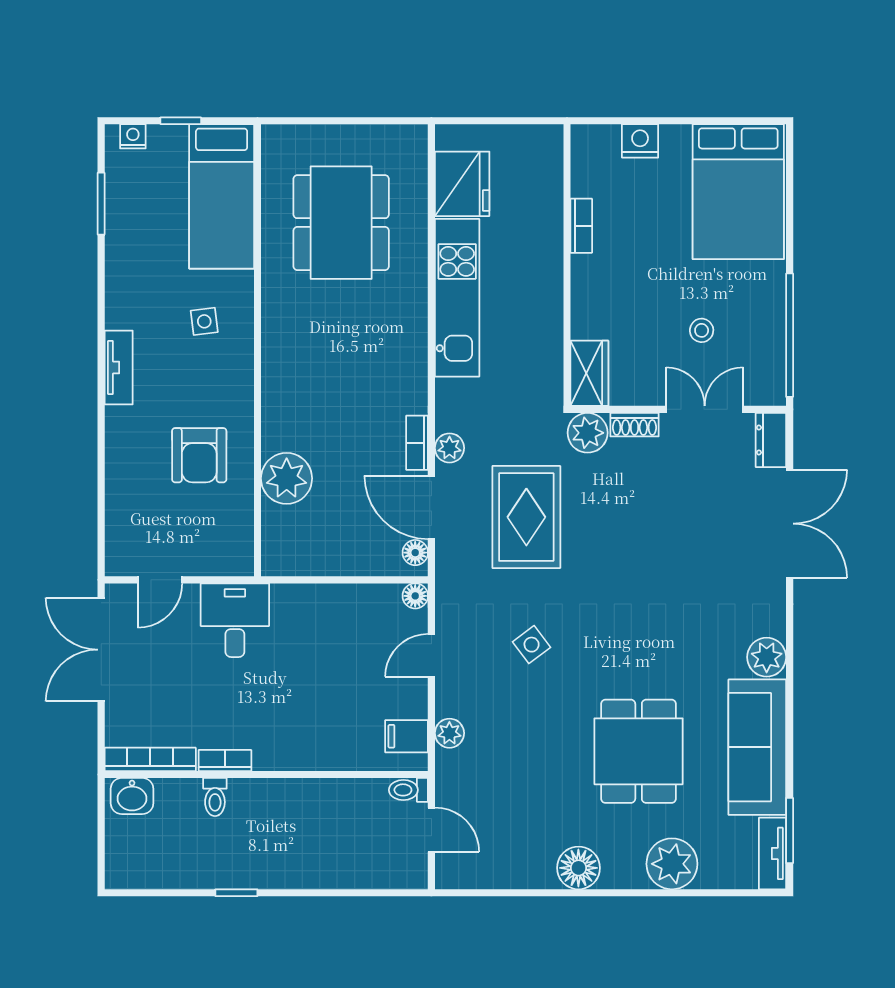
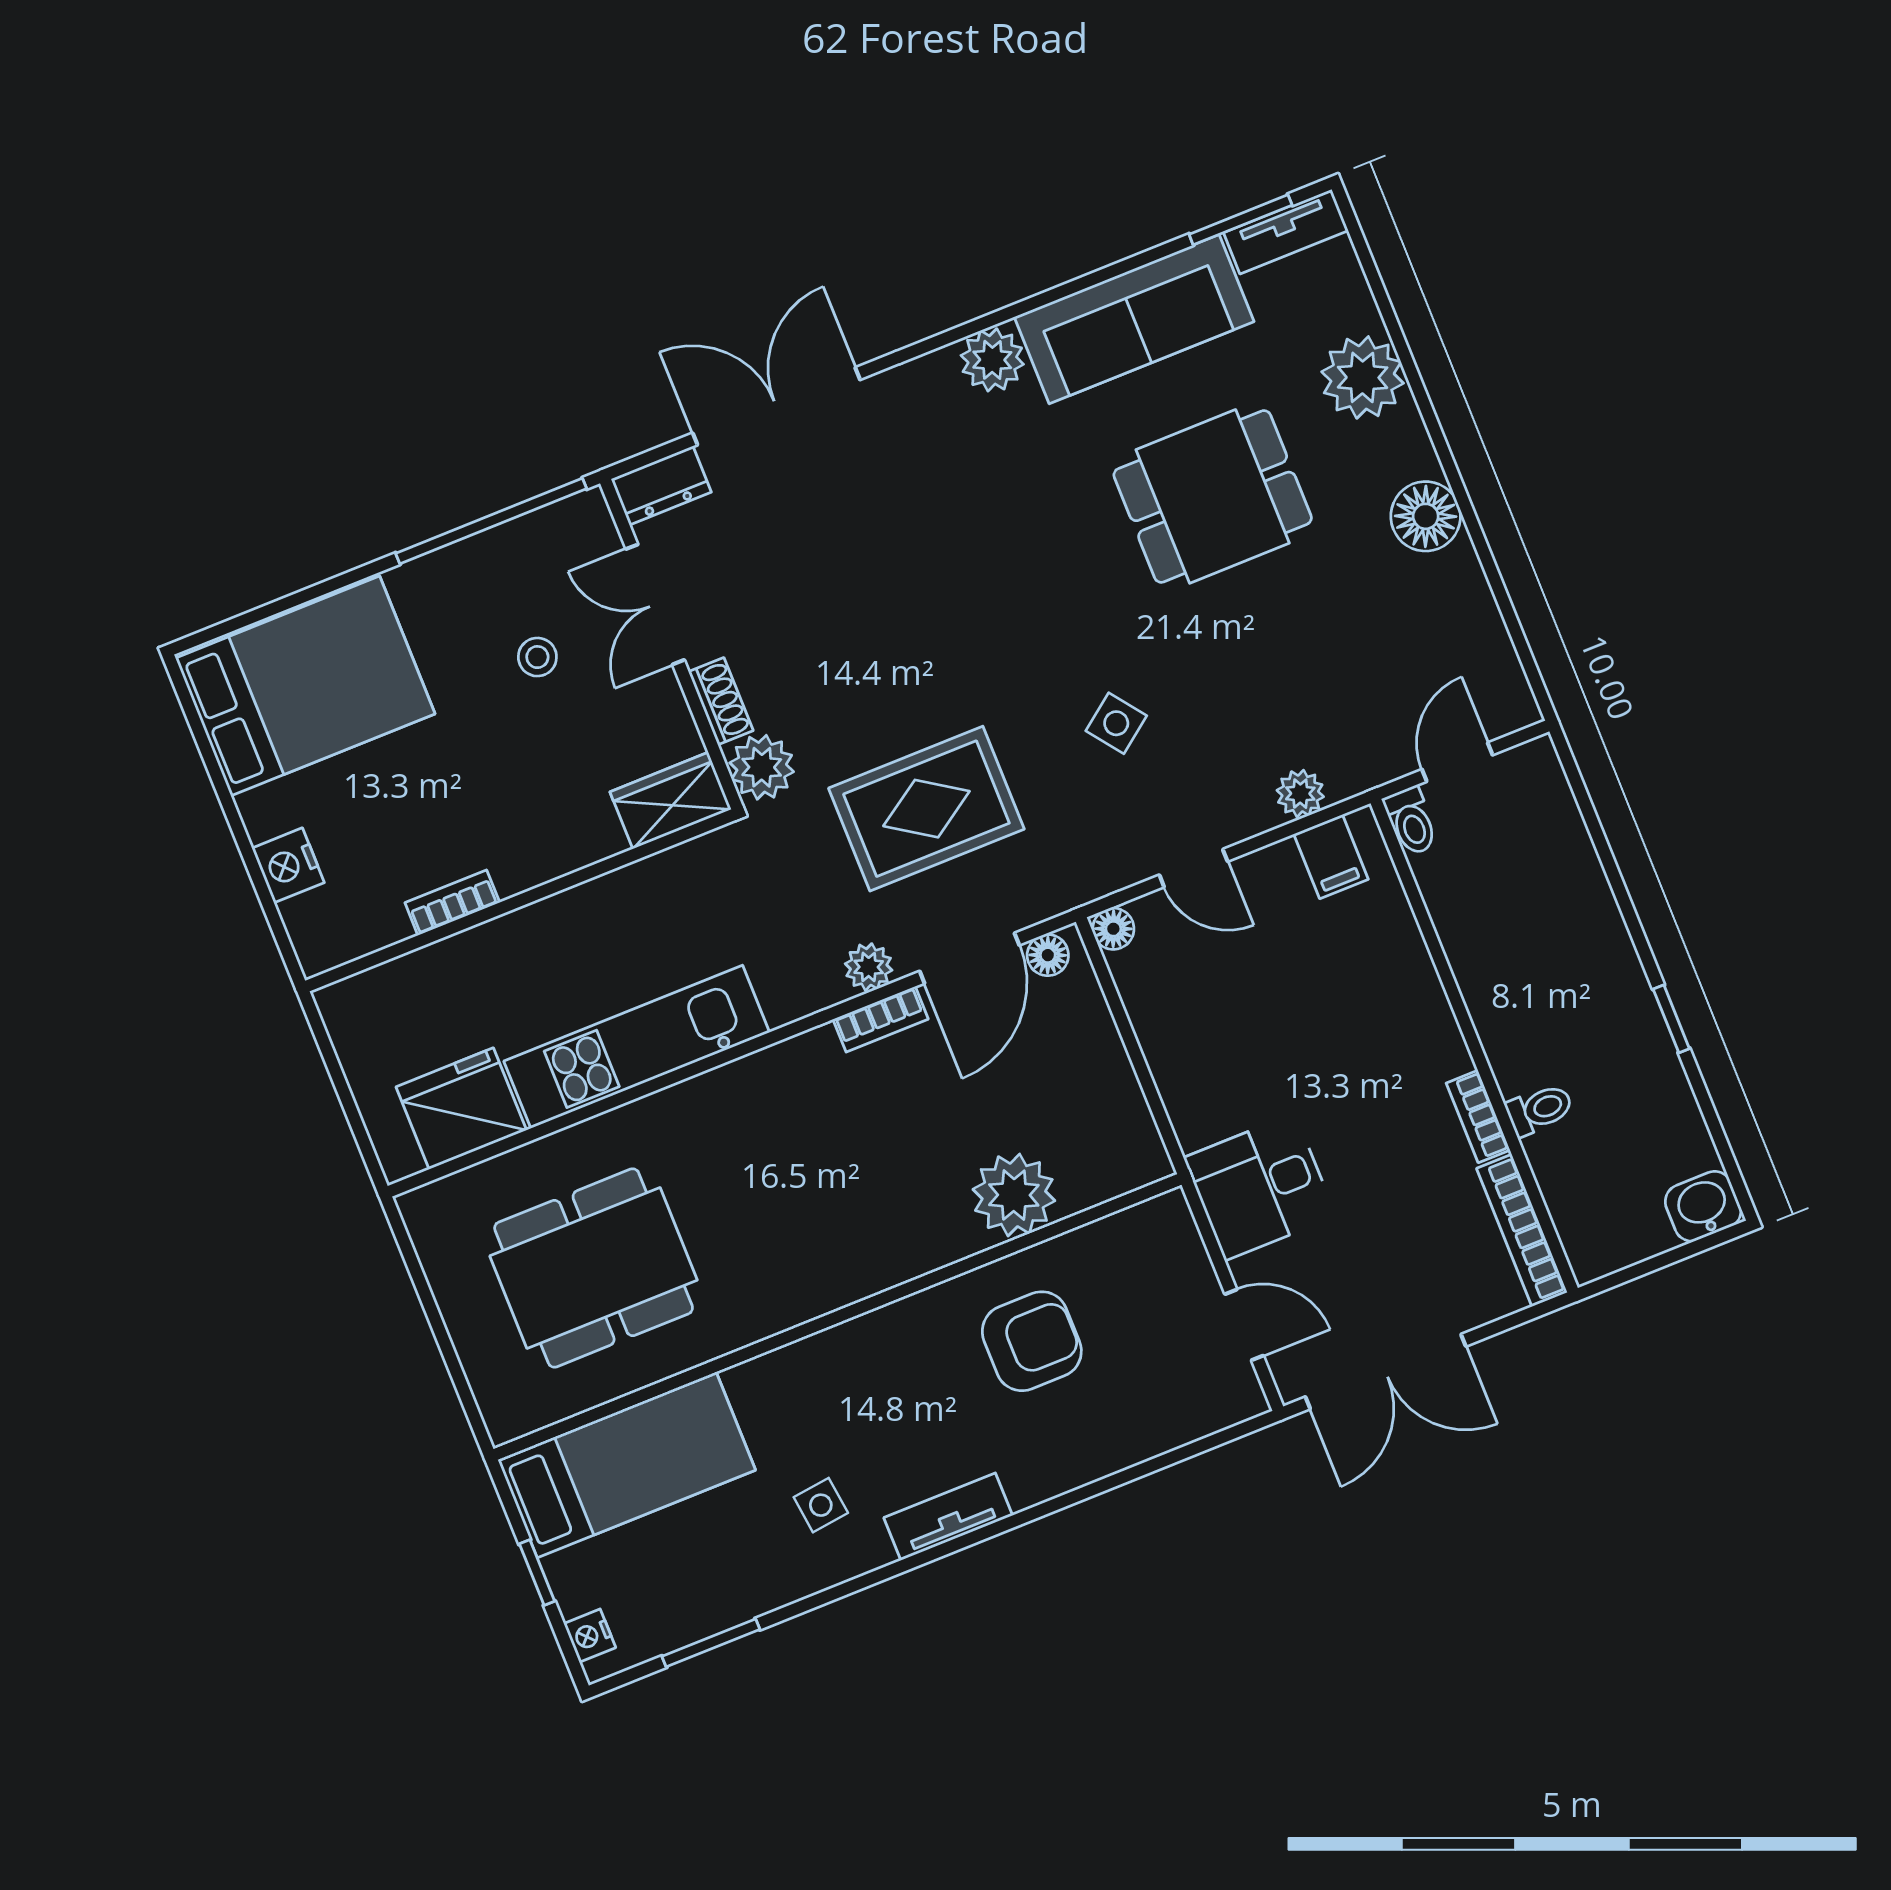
side table: (204, 321) -> (821, 1505), moved
washbasin: (132, 796) -> (1703, 1206), moved, turned -90

